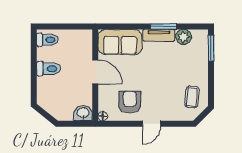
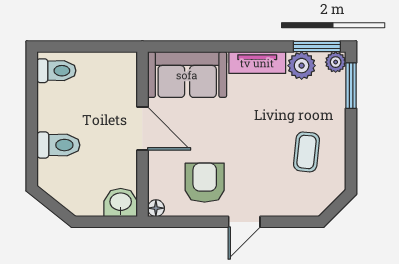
window: (163, 26) -> (317, 47), moved
plant: (202, 35) -> (336, 62), added
toilet: (48, 69) -> (58, 145), moved
coffee table: (192, 97) -> (306, 152), moved

